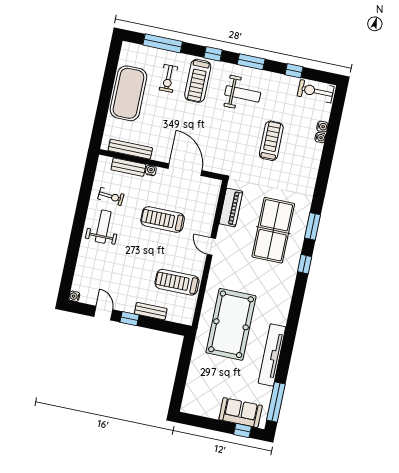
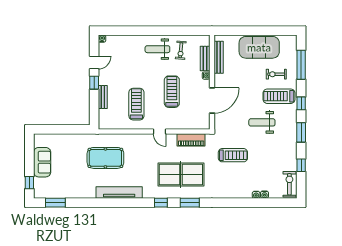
weight bench: (243, 94) -> (262, 122), moved, turned 90
treadmill: (271, 141) -> (233, 155), moved
weight bench: (103, 227) -> (157, 49), turned 180
door: (211, 246) -> (160, 132), swing flipped
treadmill: (177, 282) -> (136, 104), moved
pool table: (231, 324) -> (105, 158), width x0.73, depth x0.76
tv unit: (272, 355) -> (119, 193), moved
window: (276, 402) -> (55, 203), width x0.69
sofa: (241, 413) -> (42, 162), moved

